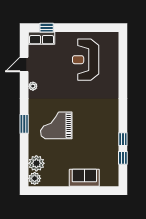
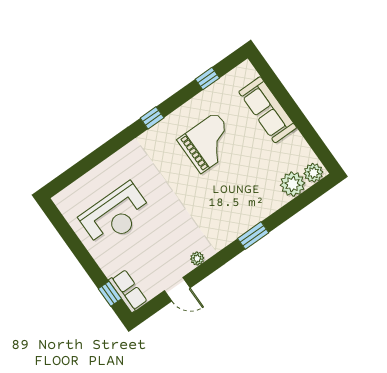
grand piano: (56, 125) -> (209, 143), moved, turned -90
window: (123, 139) -> (152, 118), moved
sofa: (84, 178) -> (268, 110), width x1.36

